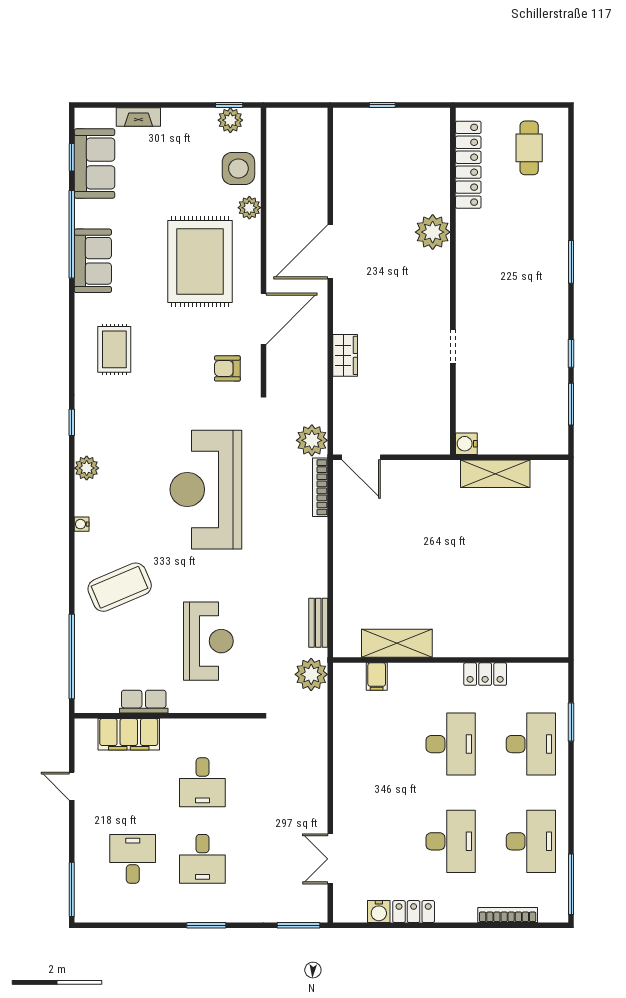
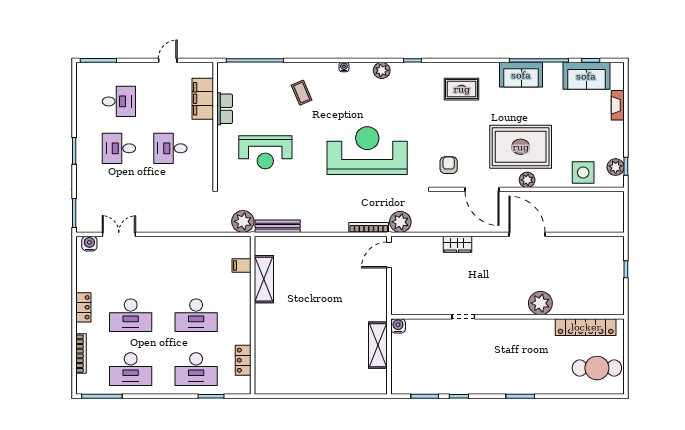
cafe table: (529, 148) -> (597, 368), width x1.37, depth x1.35
plant: (249, 208) -> (527, 180), moved
coffee table: (120, 587) -> (302, 93), width x0.54, depth x0.58
bench: (318, 623) -> (278, 226), width x1.36
locker: (485, 674) -> (243, 360), moved
water cooler: (379, 912) -> (89, 244), moved, turned 90
locker: (414, 912) -> (83, 307), moved

